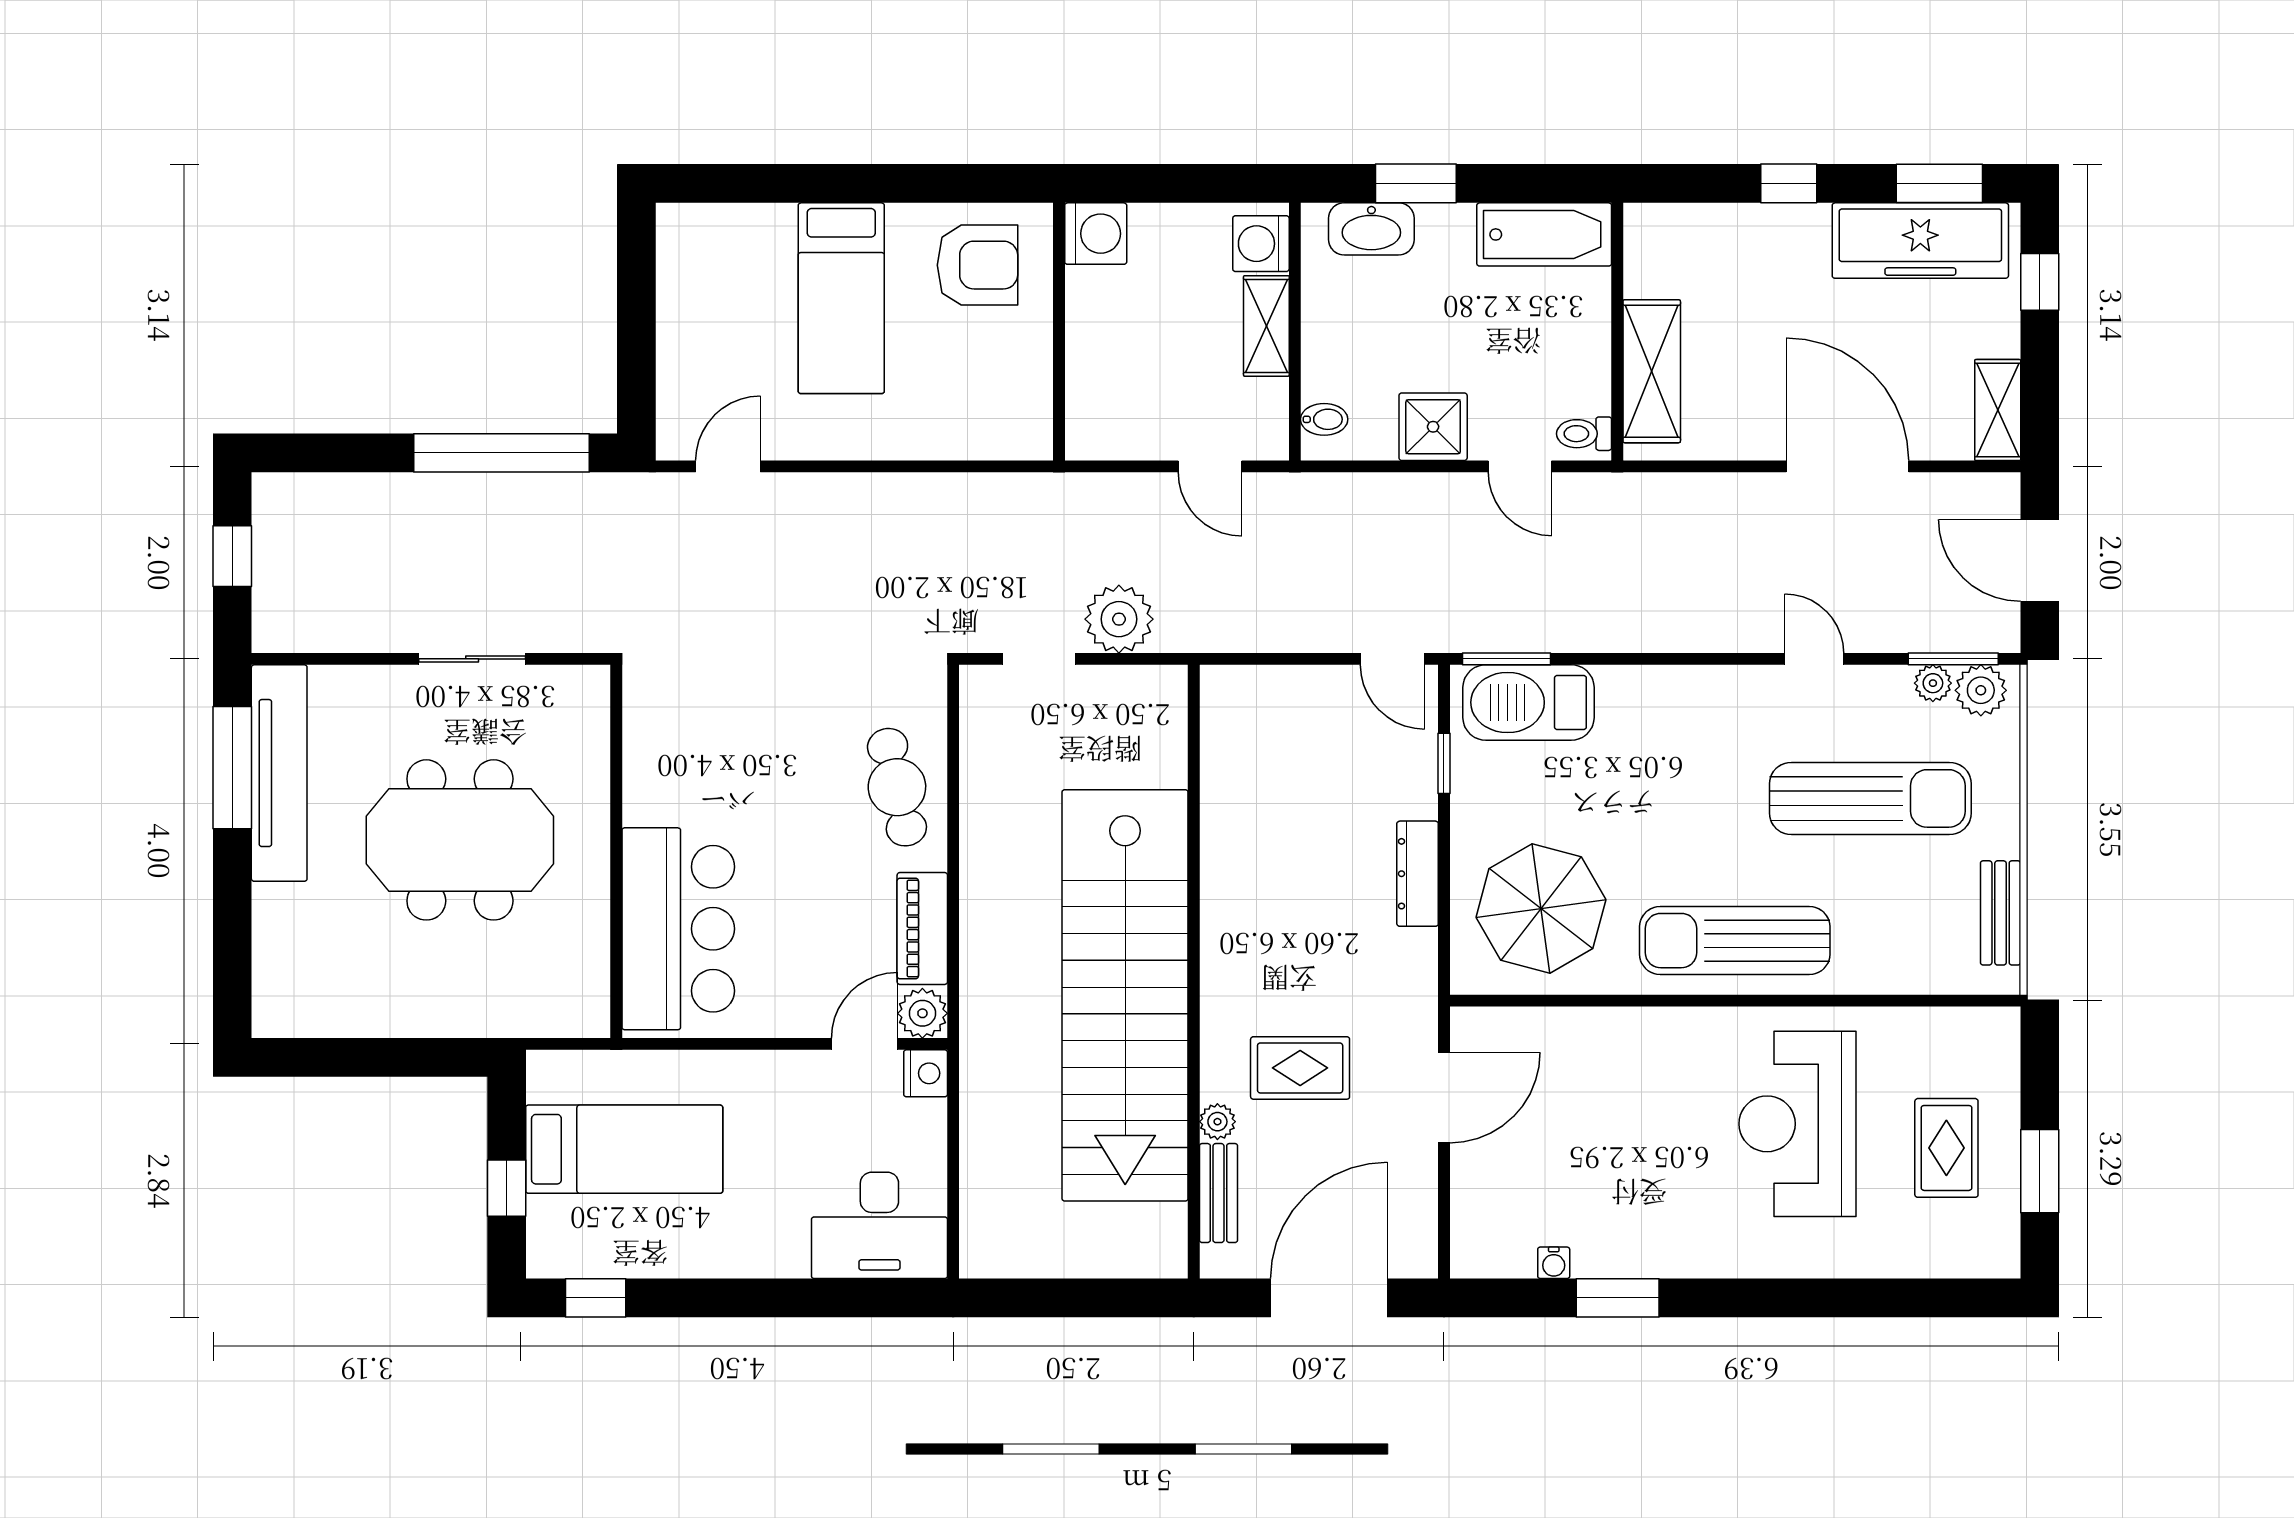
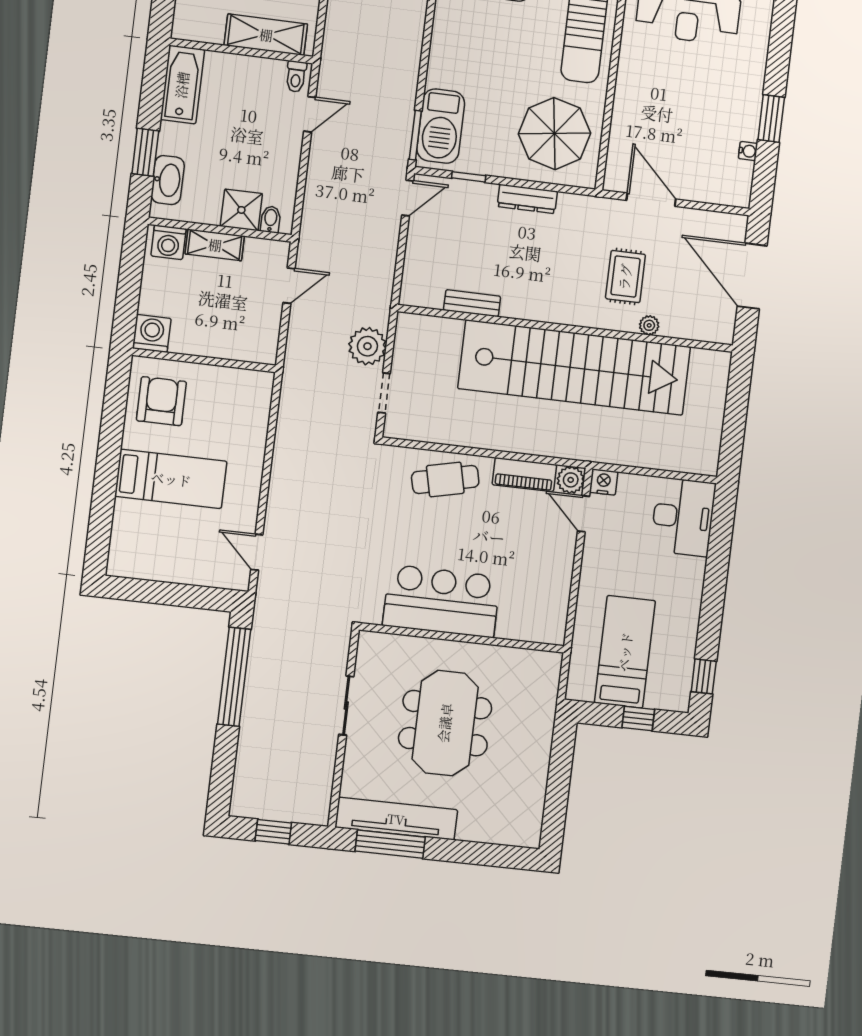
shower: (1433, 427) -> (241, 210), moved
bar counter: (678, 929) -> (442, 601), moved
bench: (1218, 1193) -> (472, 303), moved

